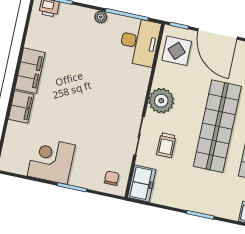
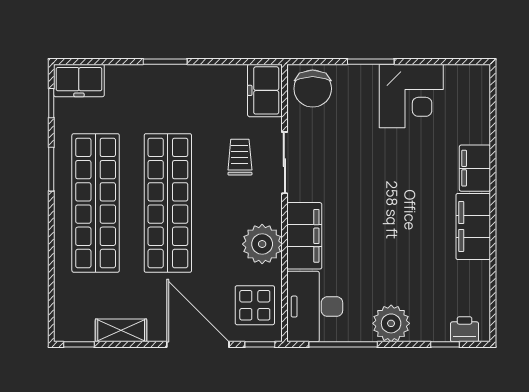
plant: (101, 17) -> (391, 323), width x1.88, depth x1.88
filing cabinet: (137, 87) -> (304, 236), added
plant: (161, 101) -> (262, 244), moved
chair: (112, 178) -> (313, 89), width x1.87, depth x1.87

